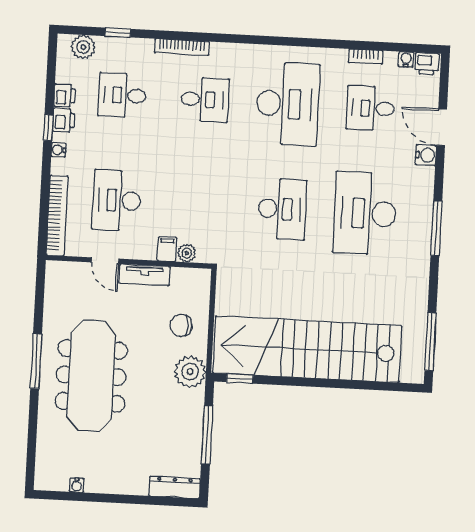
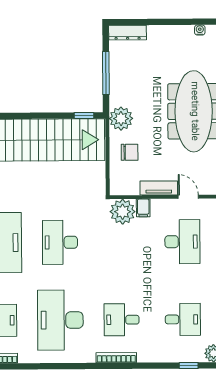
bookcase: (182, 47) -> (116, 358), moved
plant: (187, 253) -> (123, 212), width x1.88, depth x1.88

